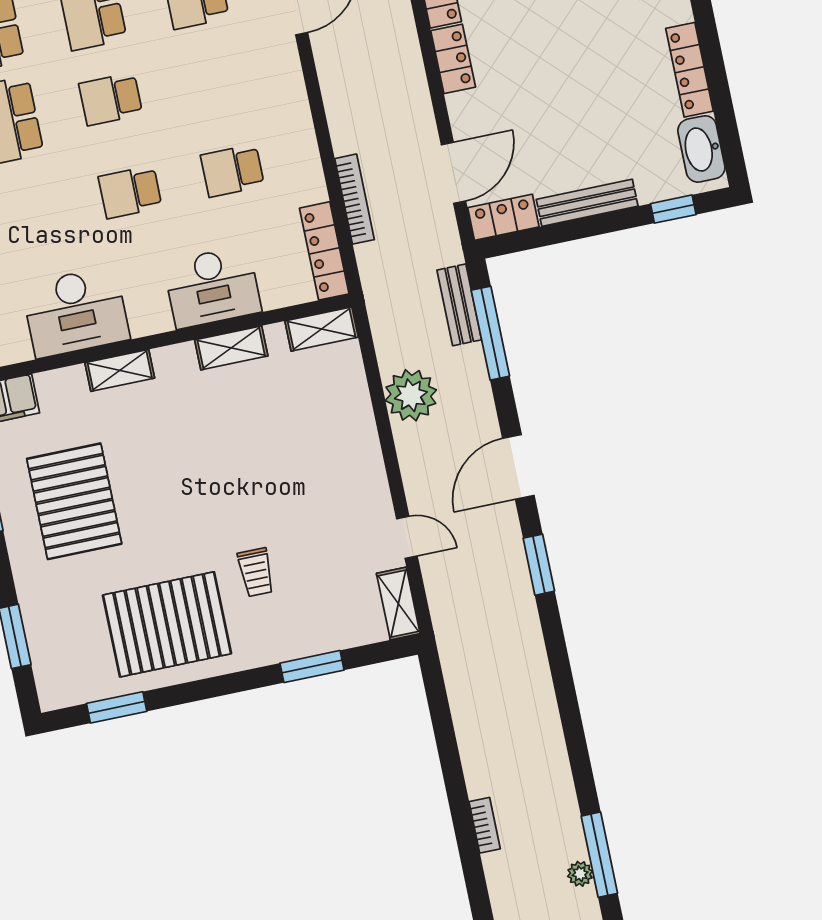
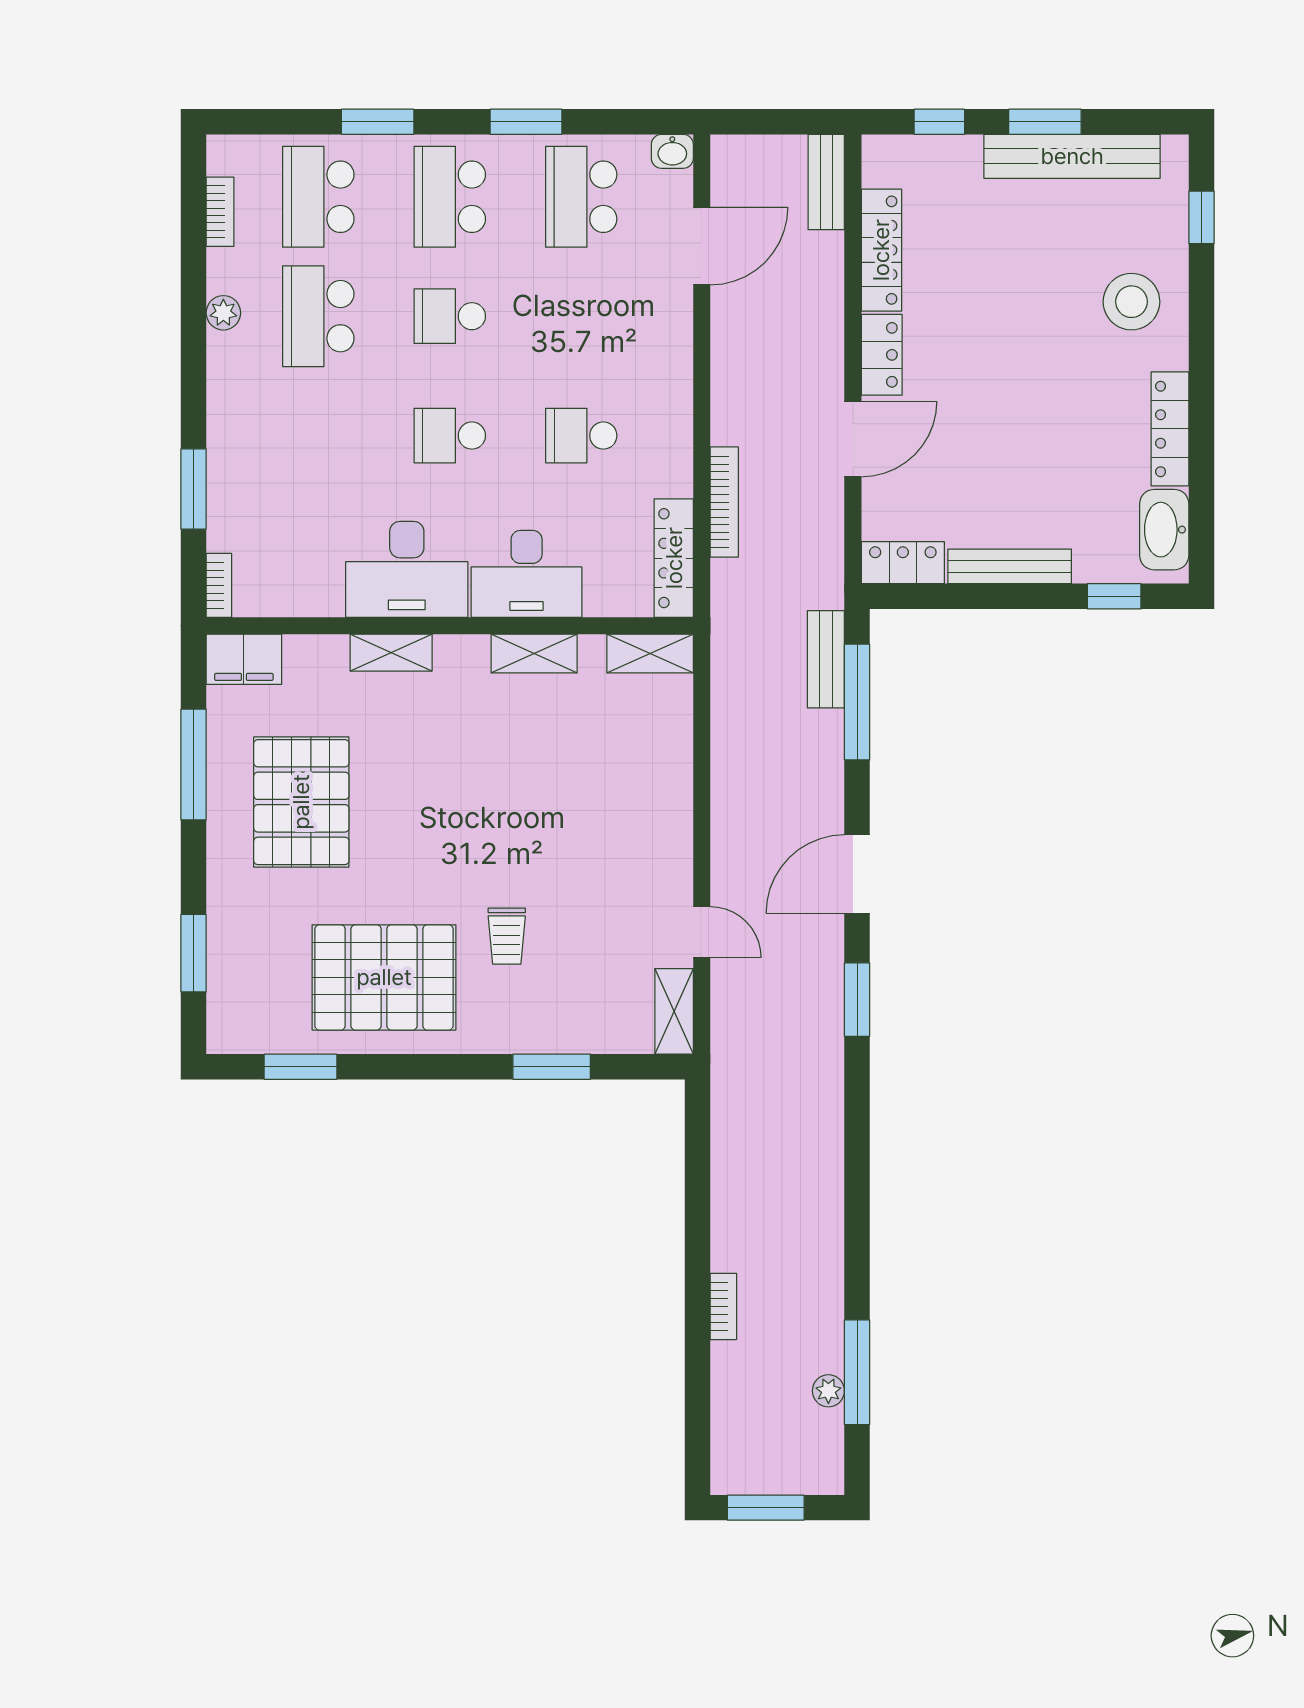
door: (454, 173) -> (853, 439), moved
desk: (76, 312) -> (407, 569), moved
plant: (411, 395) -> (743, 758), removed

